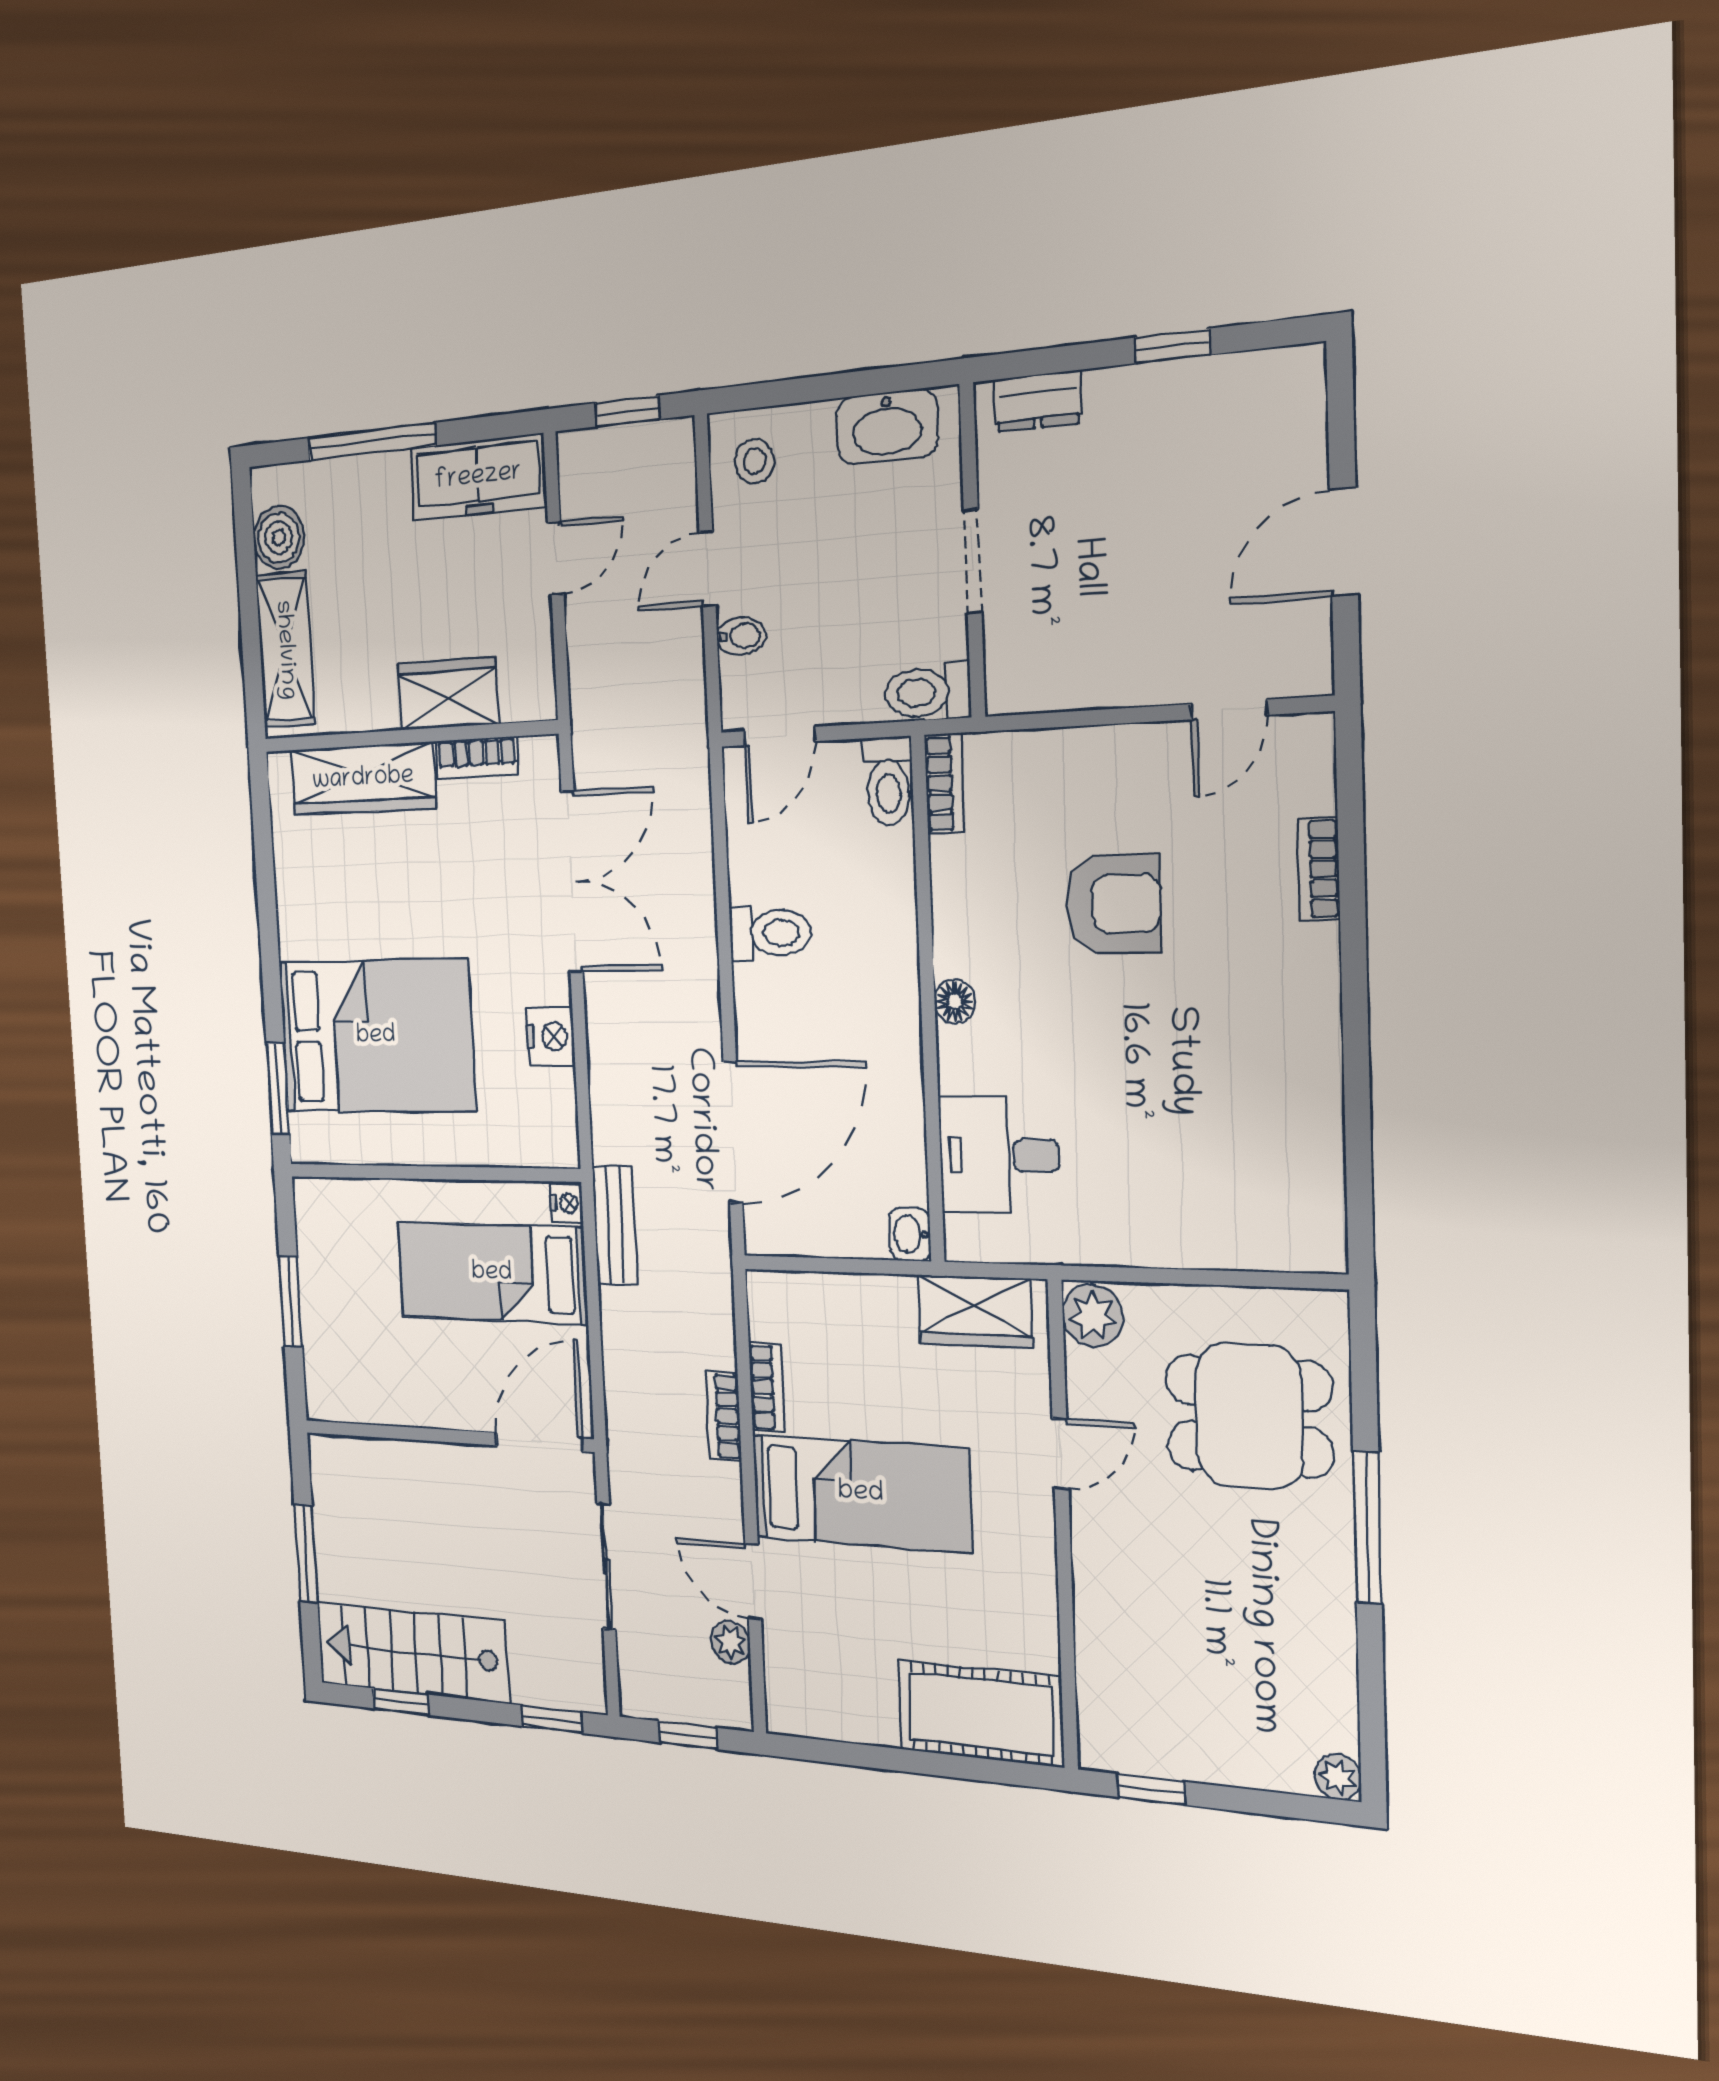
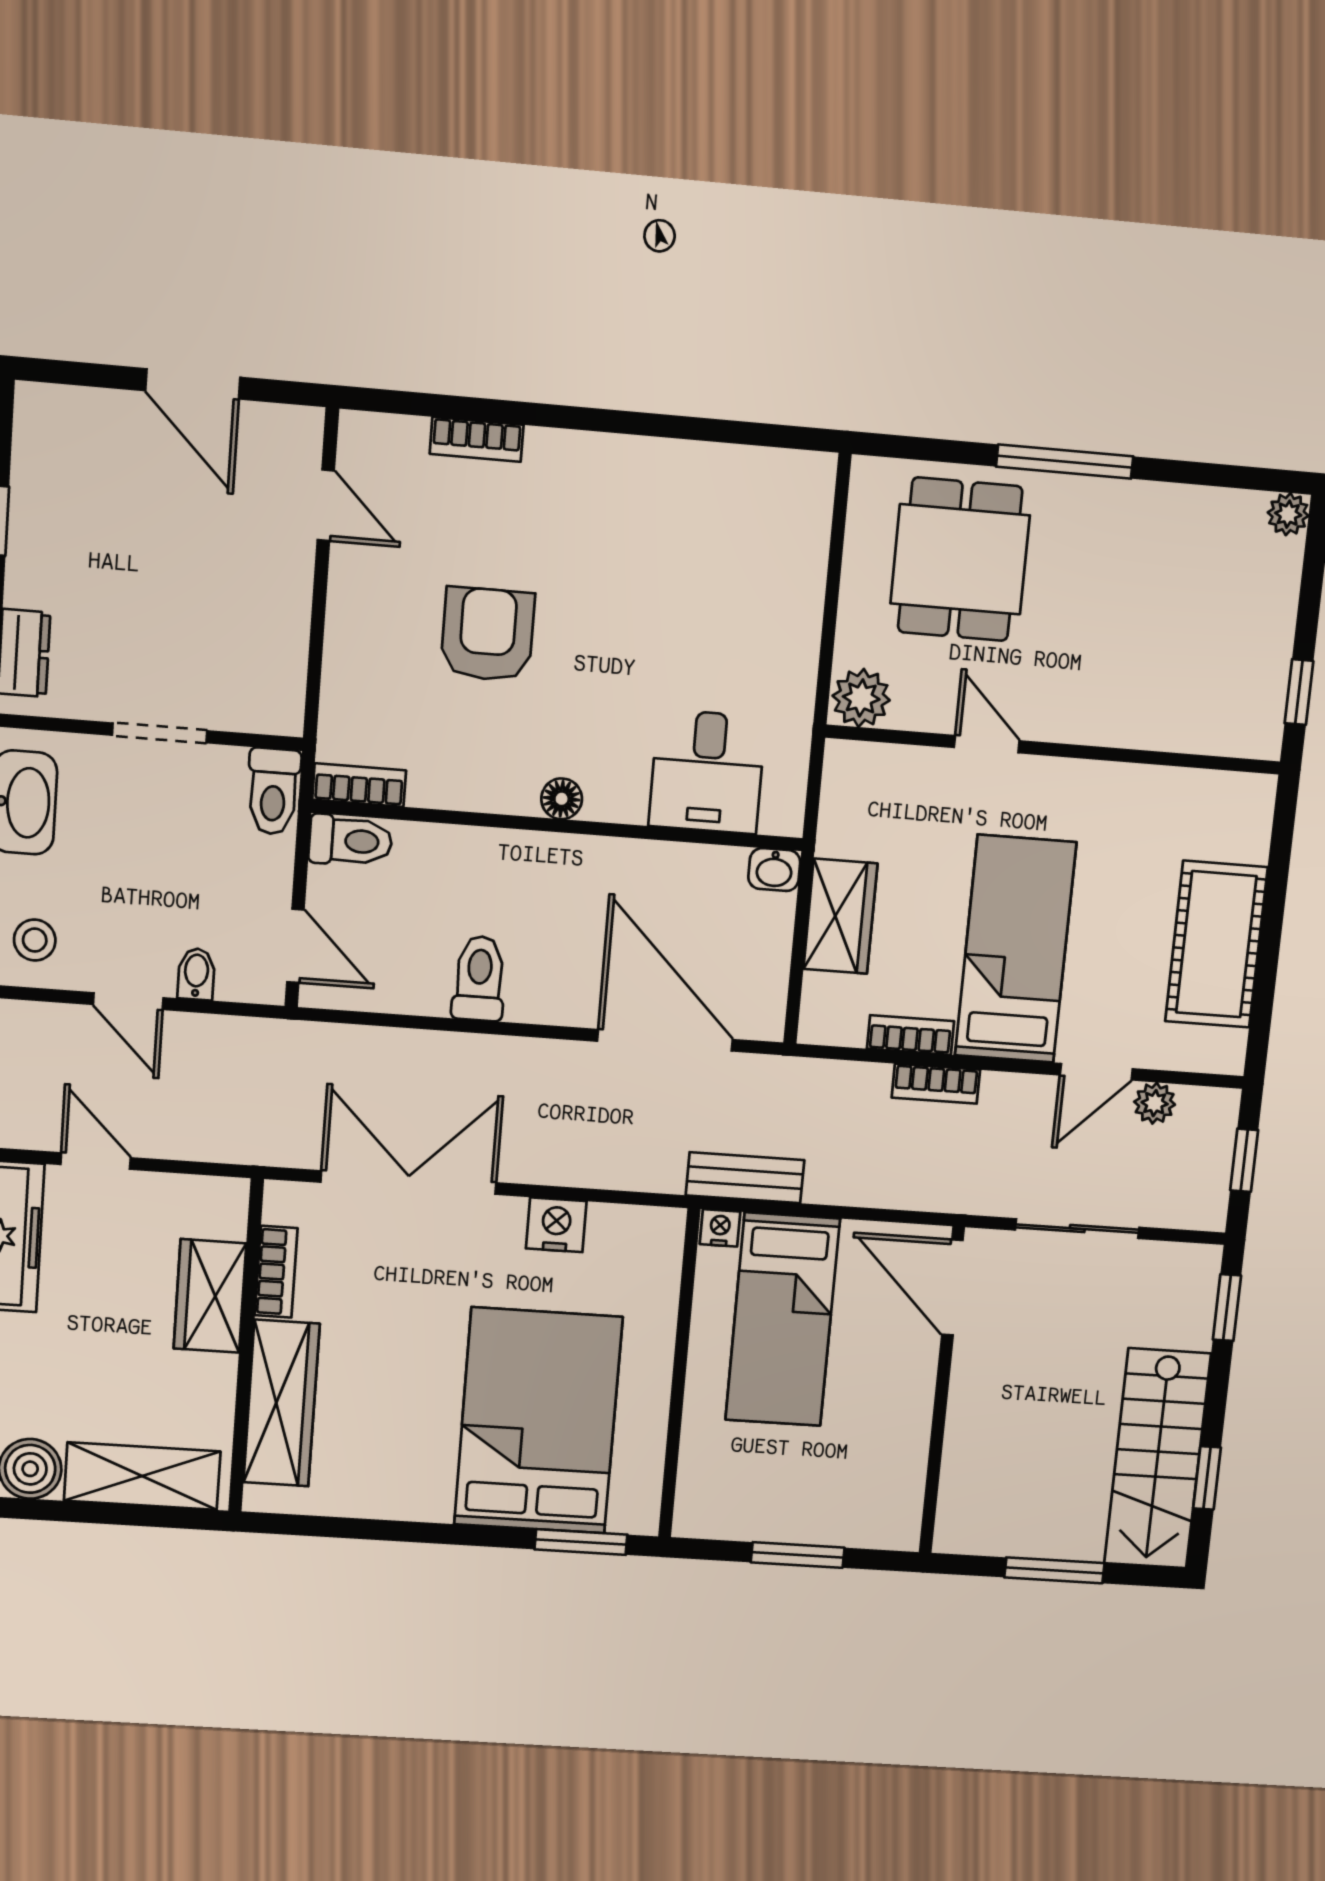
wardrobe: (975, 1311) -> (840, 916), moved
cot: (980, 1713) -> (1216, 944), moved

